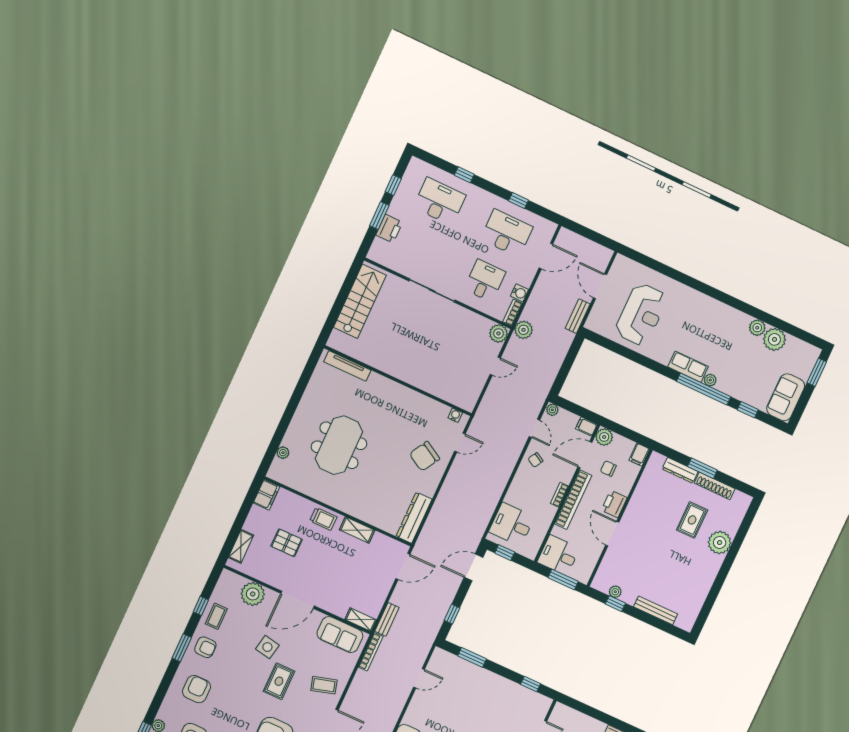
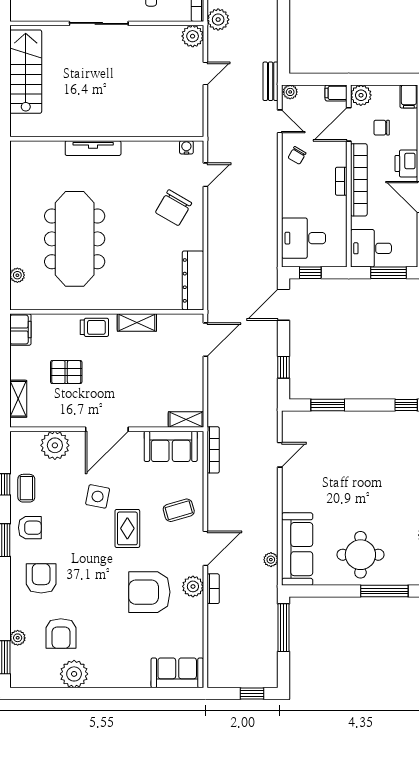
tv unit: (347, 366) -> (93, 148), moved
meeting table: (339, 445) -> (75, 239), width x1.36
bench: (387, 619) -> (271, 81), moved

